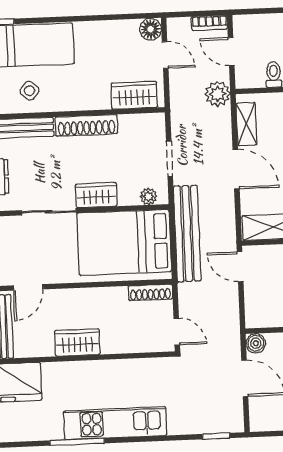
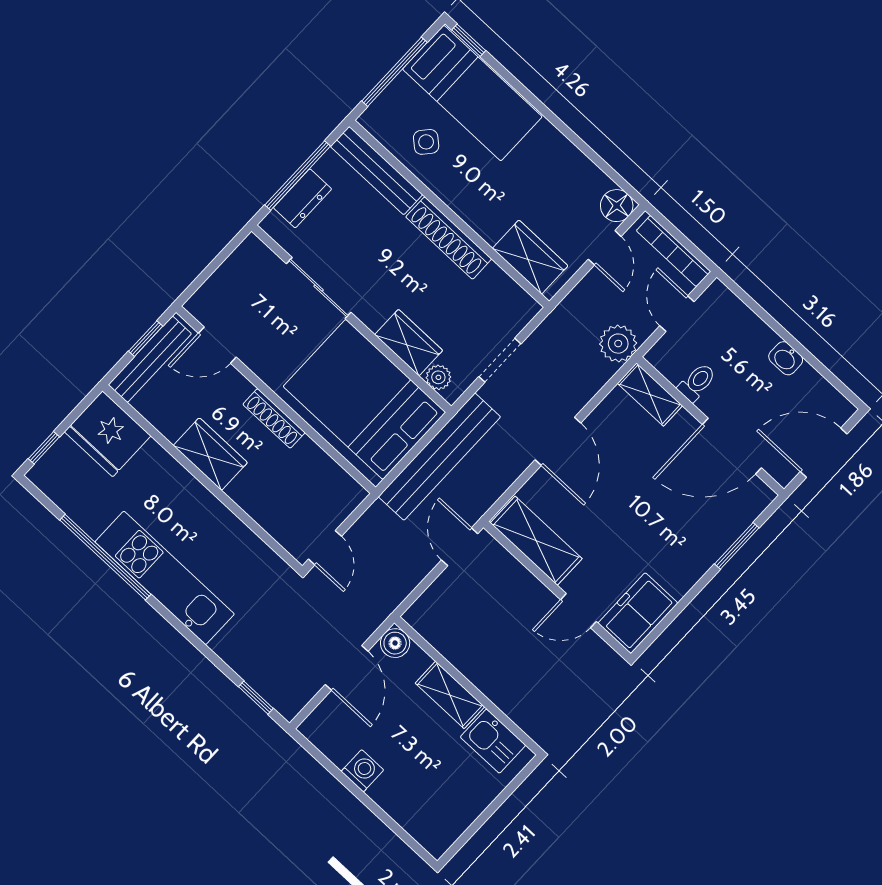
bookcase: (209, 23) -> (673, 251), width x1.56
shelving: (246, 124) -> (650, 395), moved, turned 90
wardrobe: (96, 195) -> (409, 343), moved
shoe rack: (150, 292) -> (274, 418), moved
window: (77, 442) -> (105, 557), width x1.46

